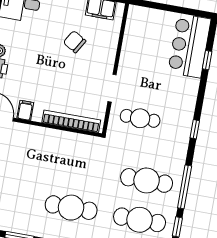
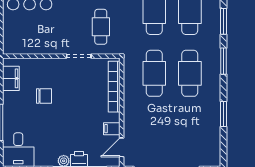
chair: (75, 42) -> (44, 96), turned -121
cafe table: (78, 168) -> (154, 73), added

